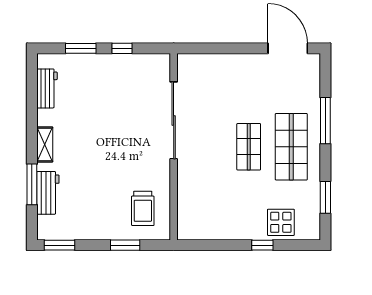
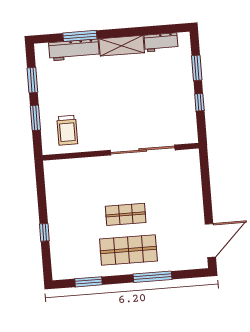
shelving: (45, 144) -> (122, 46), width x1.50, depth x1.33
workbench: (48, 193) -> (74, 50), width x1.38
trolley: (143, 208) -> (67, 130), turned -90
display table: (281, 222) -> (65, 246), removed
window: (60, 245) -> (32, 80), moved

